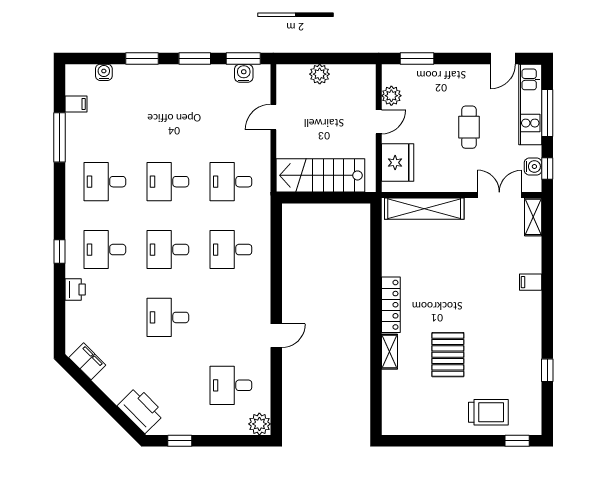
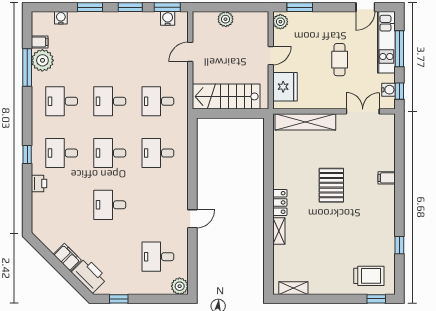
plant: (391, 96) -> (280, 22), moved
plant: (80, 128) -> (42, 60), added
shelving: (533, 217) -> (293, 288), moved, turned 90
locker: (391, 305) -> (280, 202), width x0.66
pallet: (448, 355) -> (331, 185), moved
filing cabinet: (87, 361) -> (67, 257), moved
trolley: (488, 412) -> (369, 276), moved

